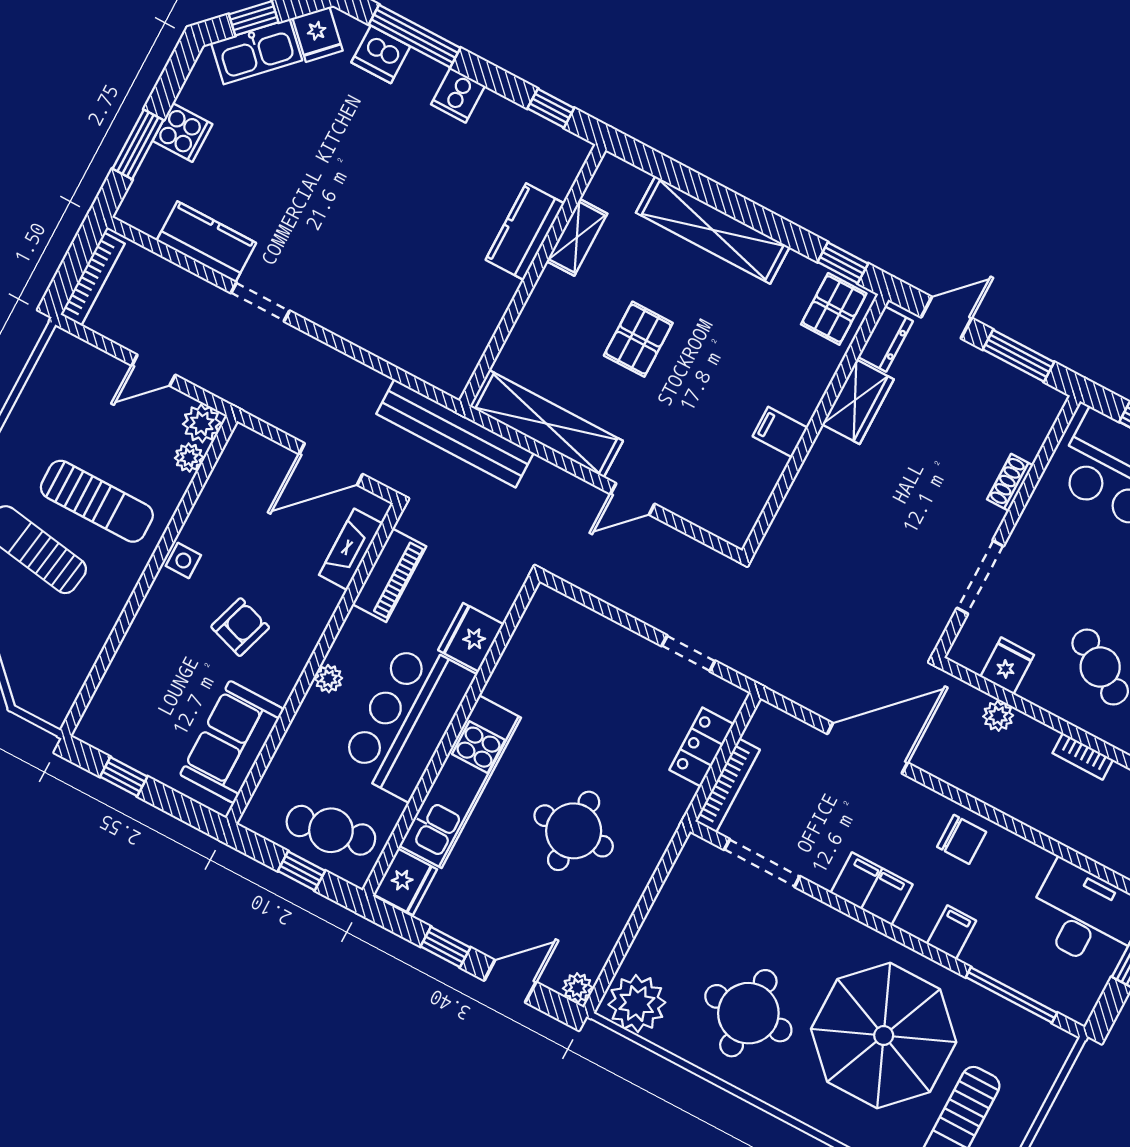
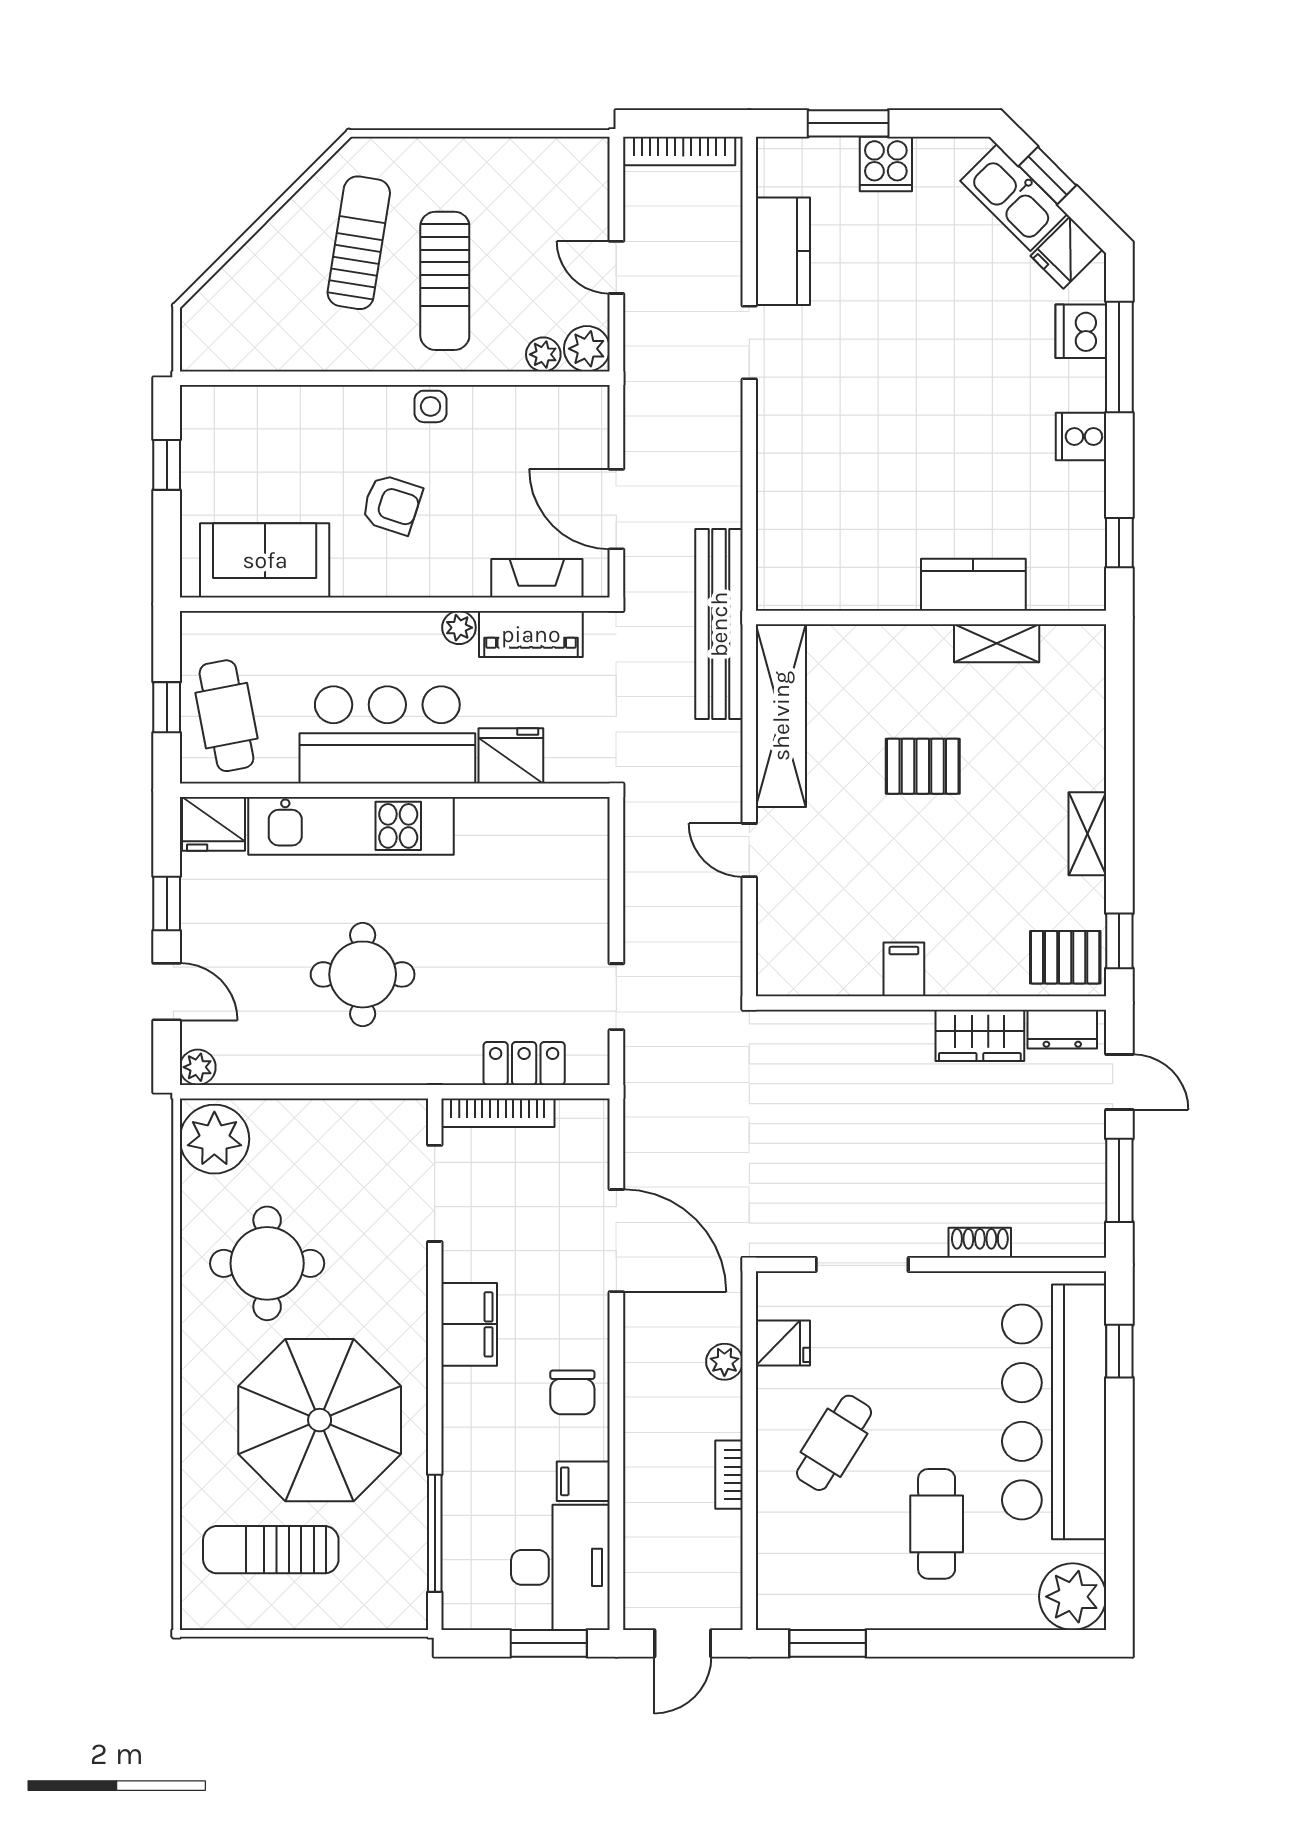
shelving: (713, 230) -> (1087, 834), width x0.45, depth x0.75
plant: (328, 679) -> (459, 628), moved
filing cabinet: (952, 932) -> (583, 1481), moved, turned 180

